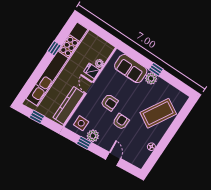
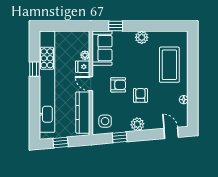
sofa: (131, 69) -> (102, 48), moved, turned -90
window: (156, 69) -> (116, 26), moved
coffee table: (158, 113) -> (169, 65), turned -30
plant: (93, 136) -> (137, 124), moved
door: (113, 159) -> (171, 133), moved

